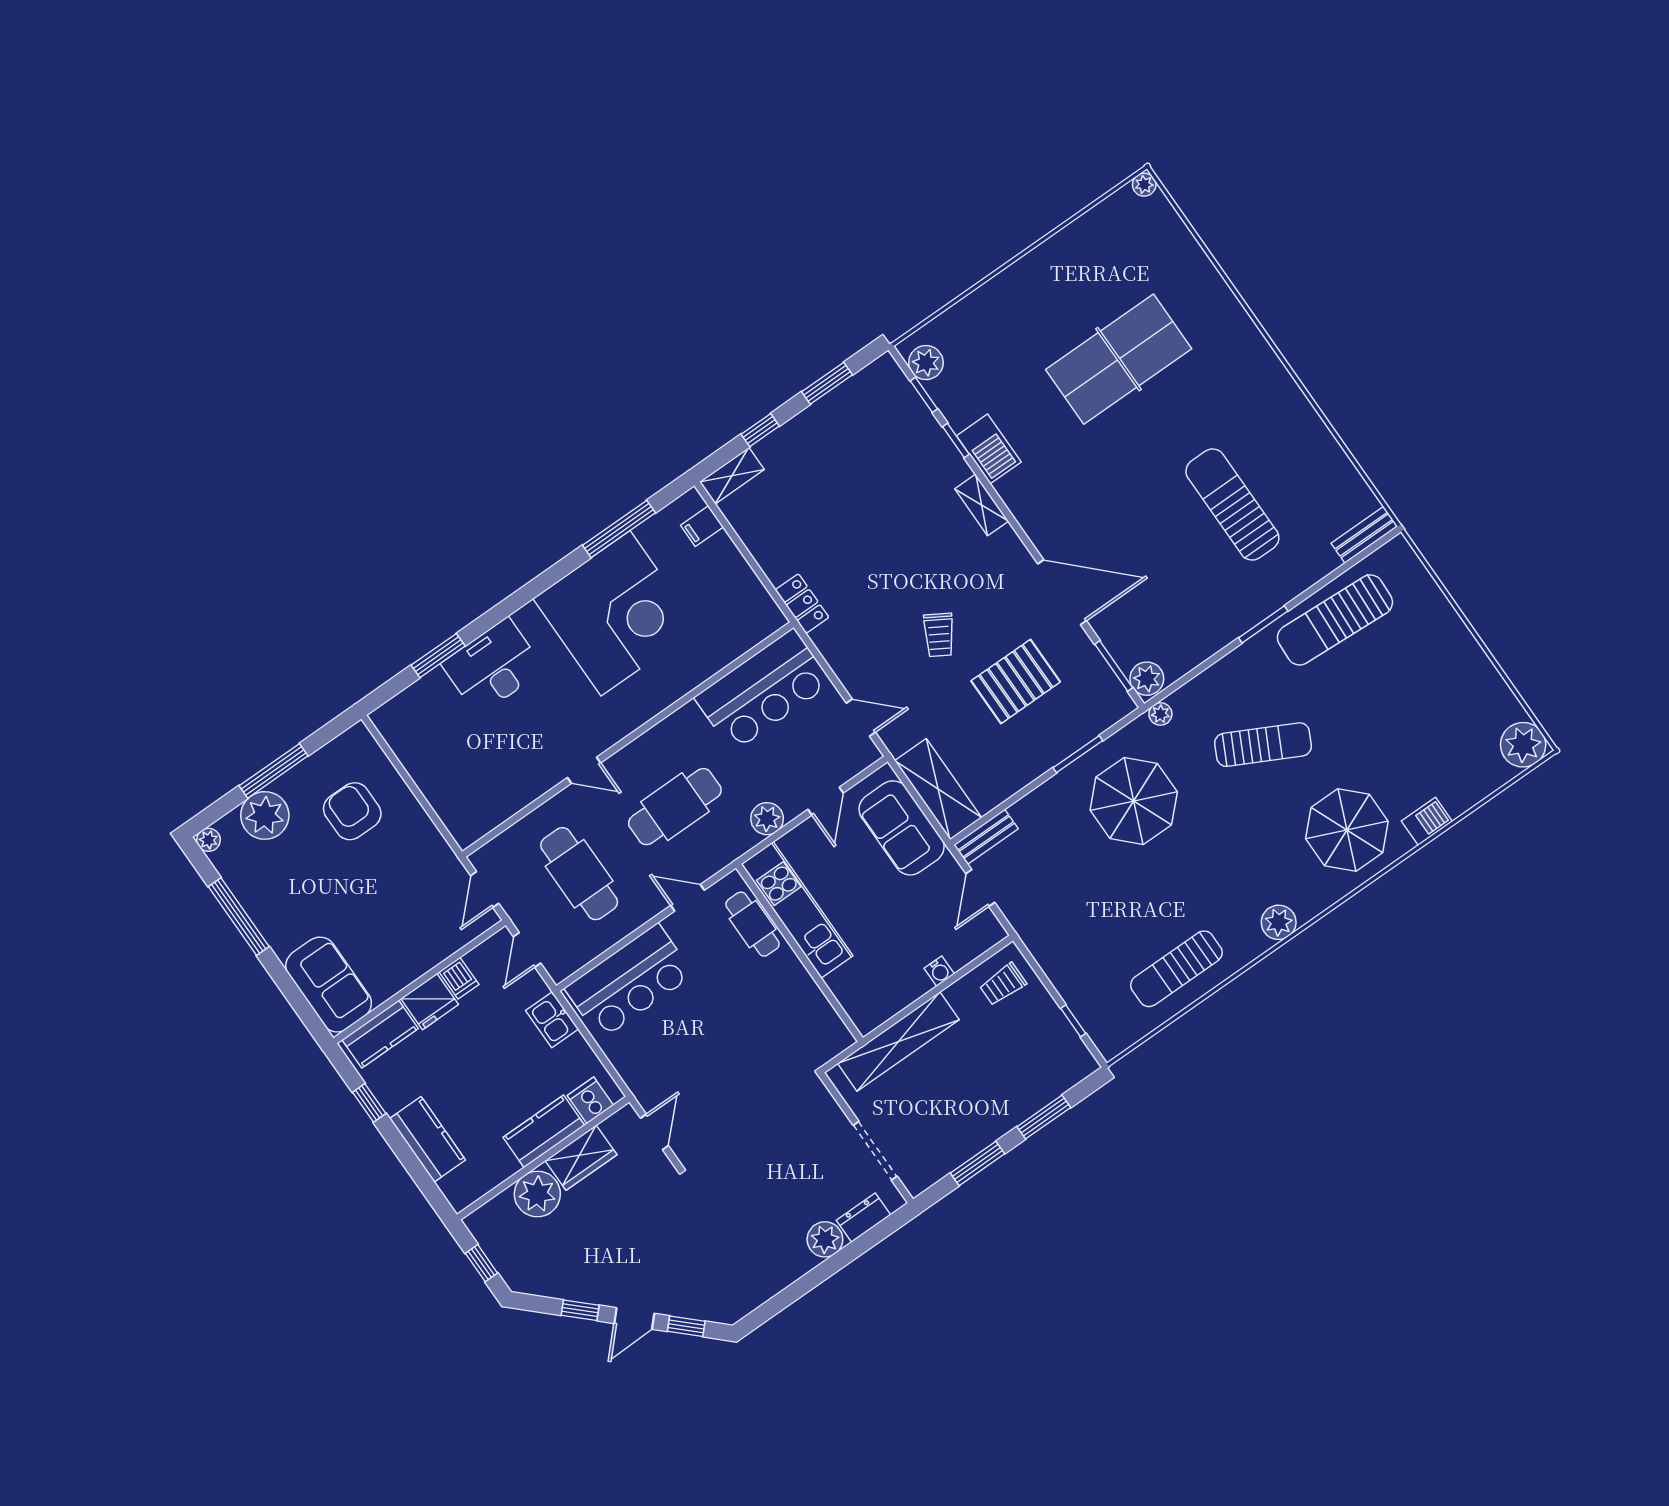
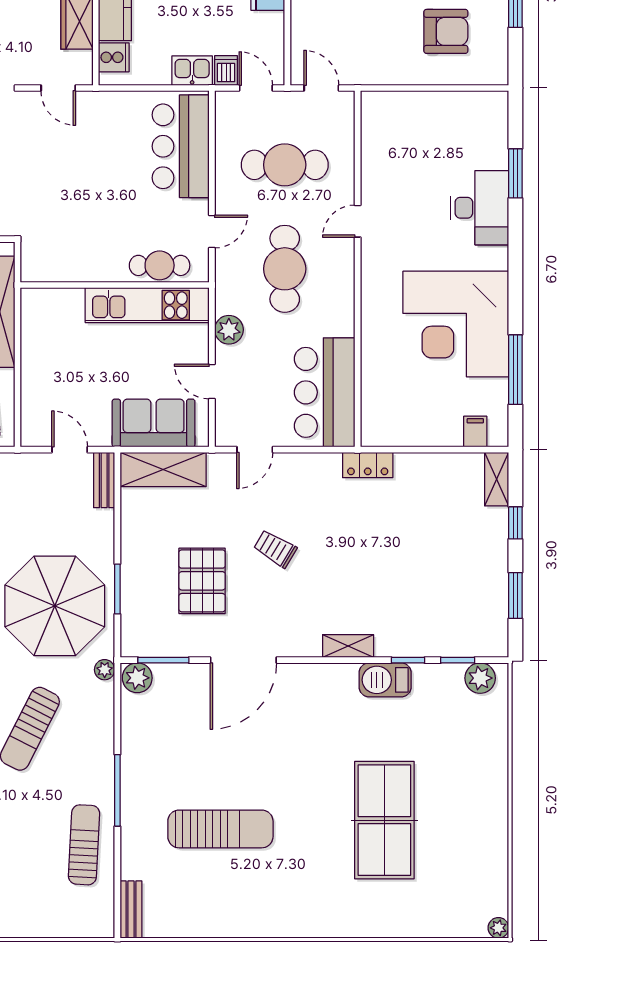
sun lounger: (1335, 620) -> (84, 845), width x0.73, depth x0.75
window: (1263, 624) -> (117, 790), width x1.44
parasol: (1134, 801) -> (55, 606), width x1.36, depth x1.36
water cooler: (939, 971) -> (30, 377), removed
dishwasher: (459, 978) -> (226, 70), moved, turned 90

